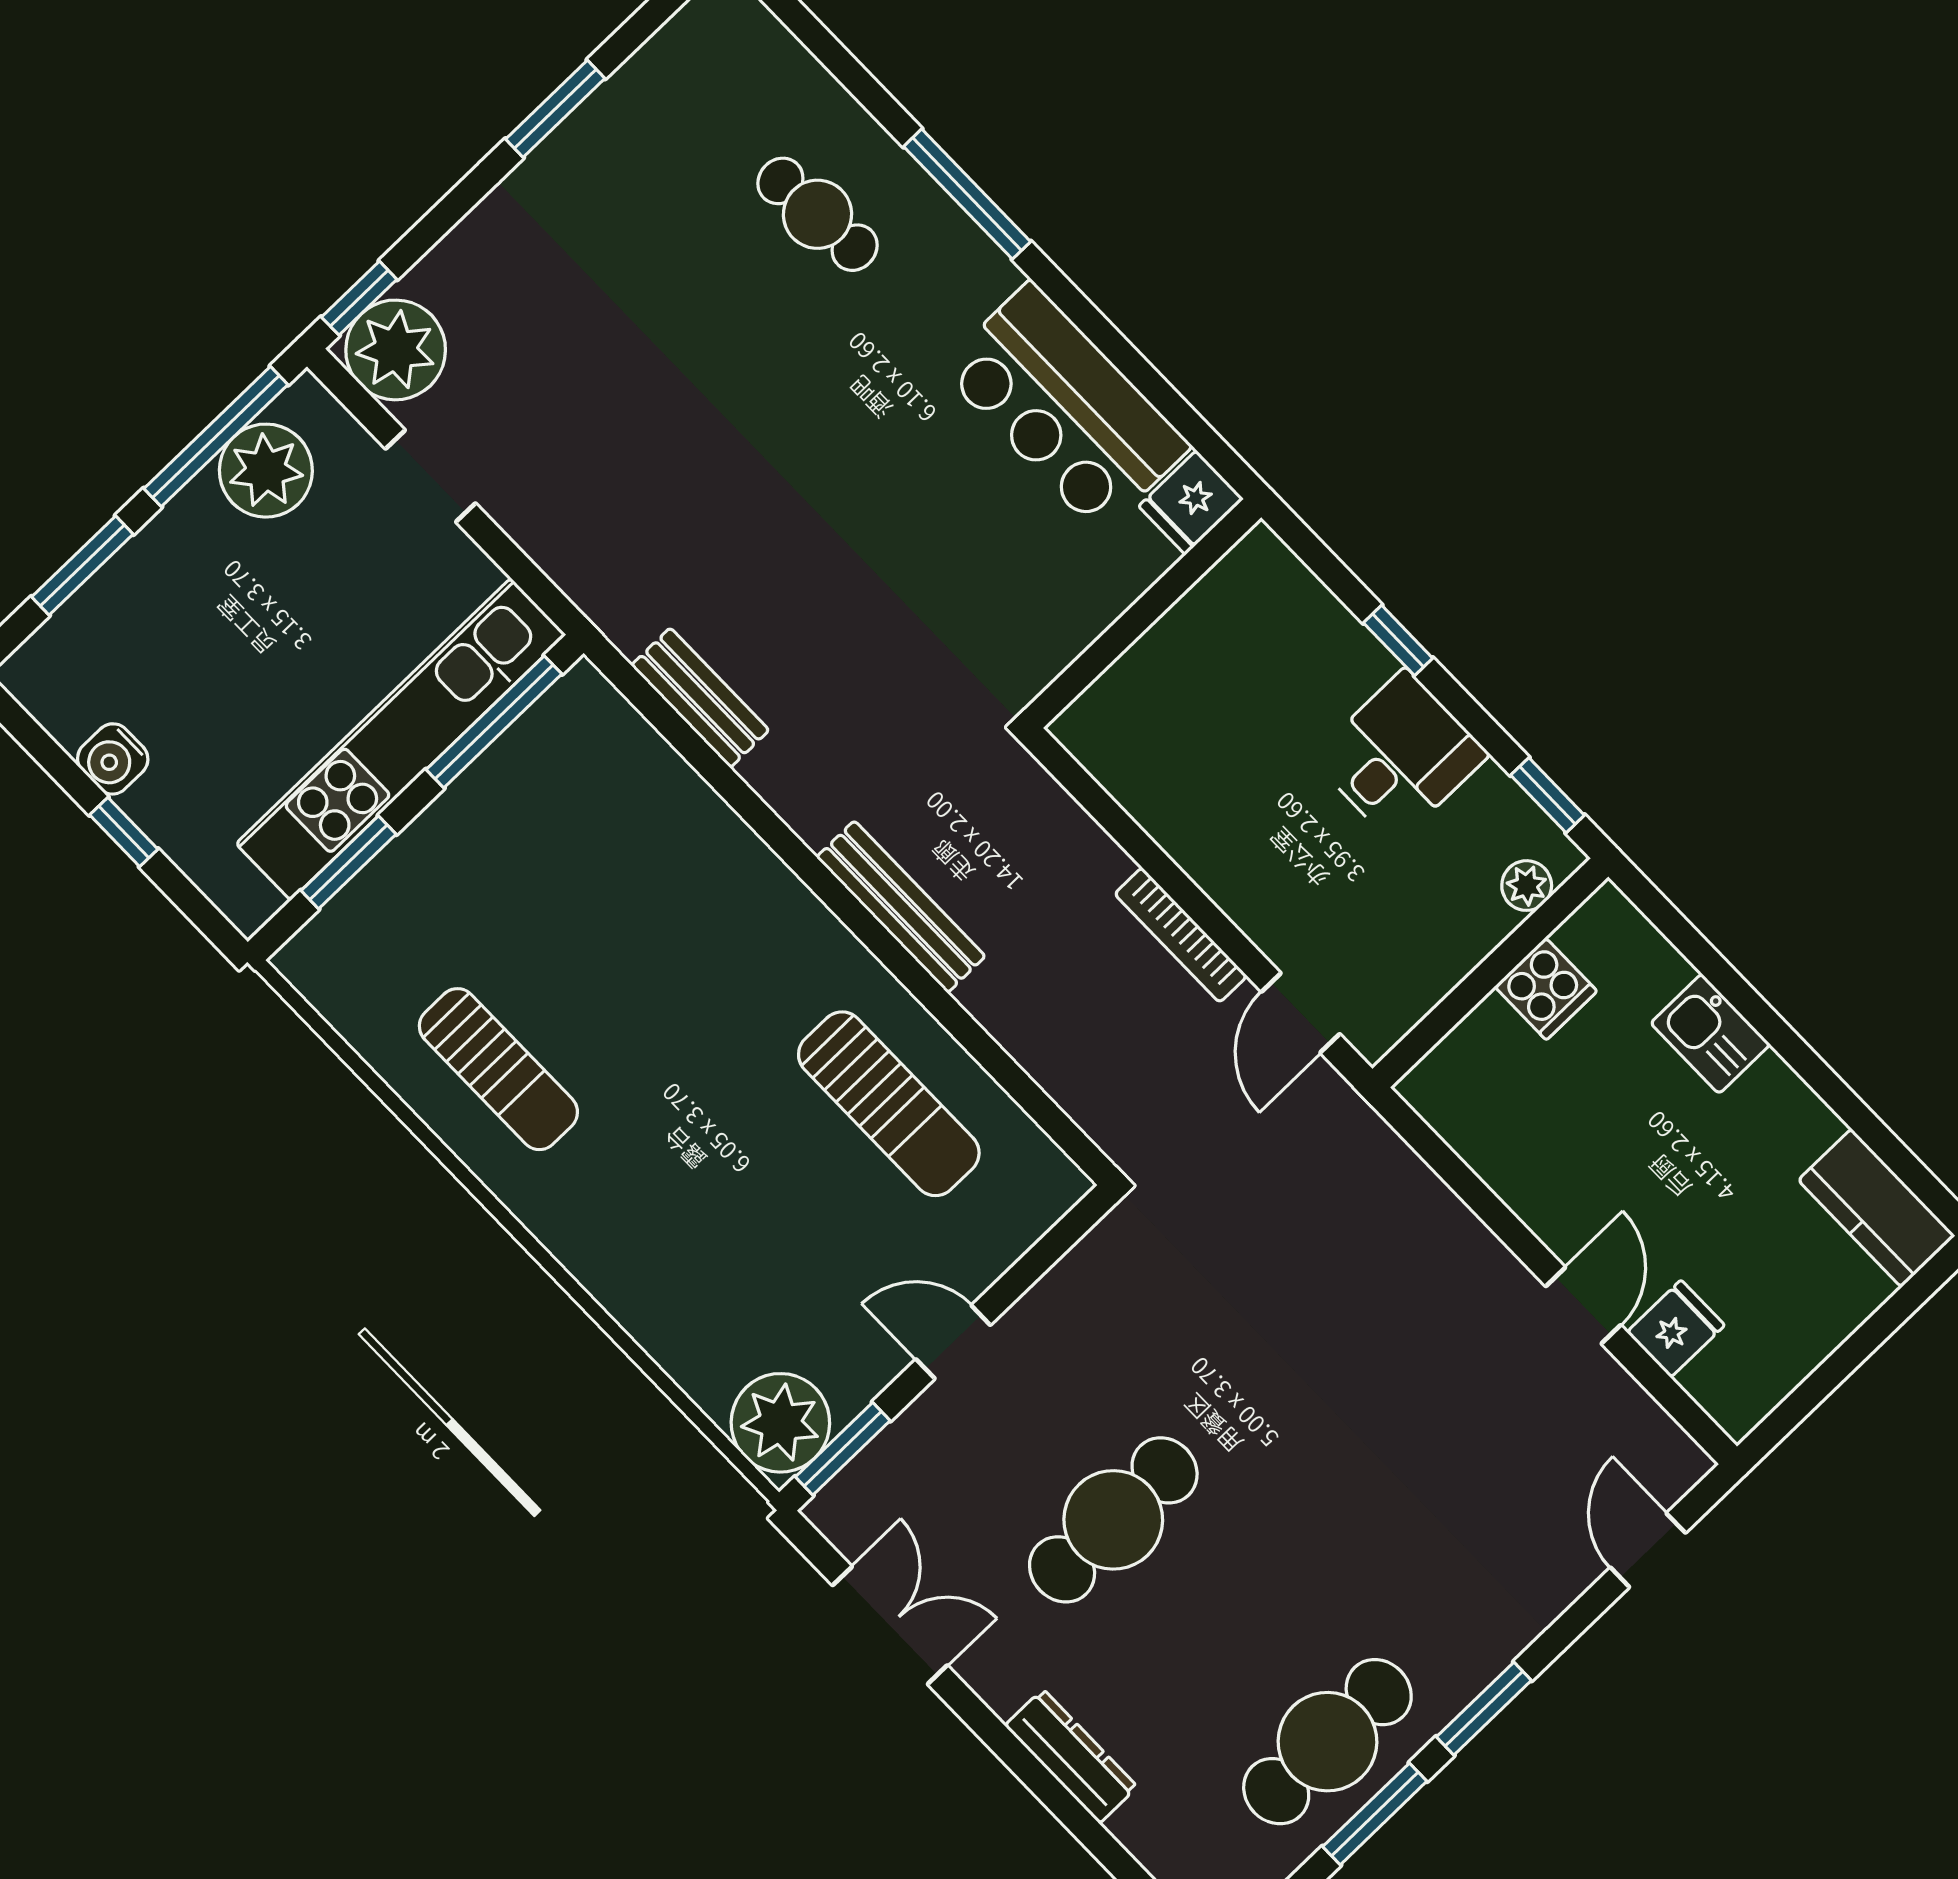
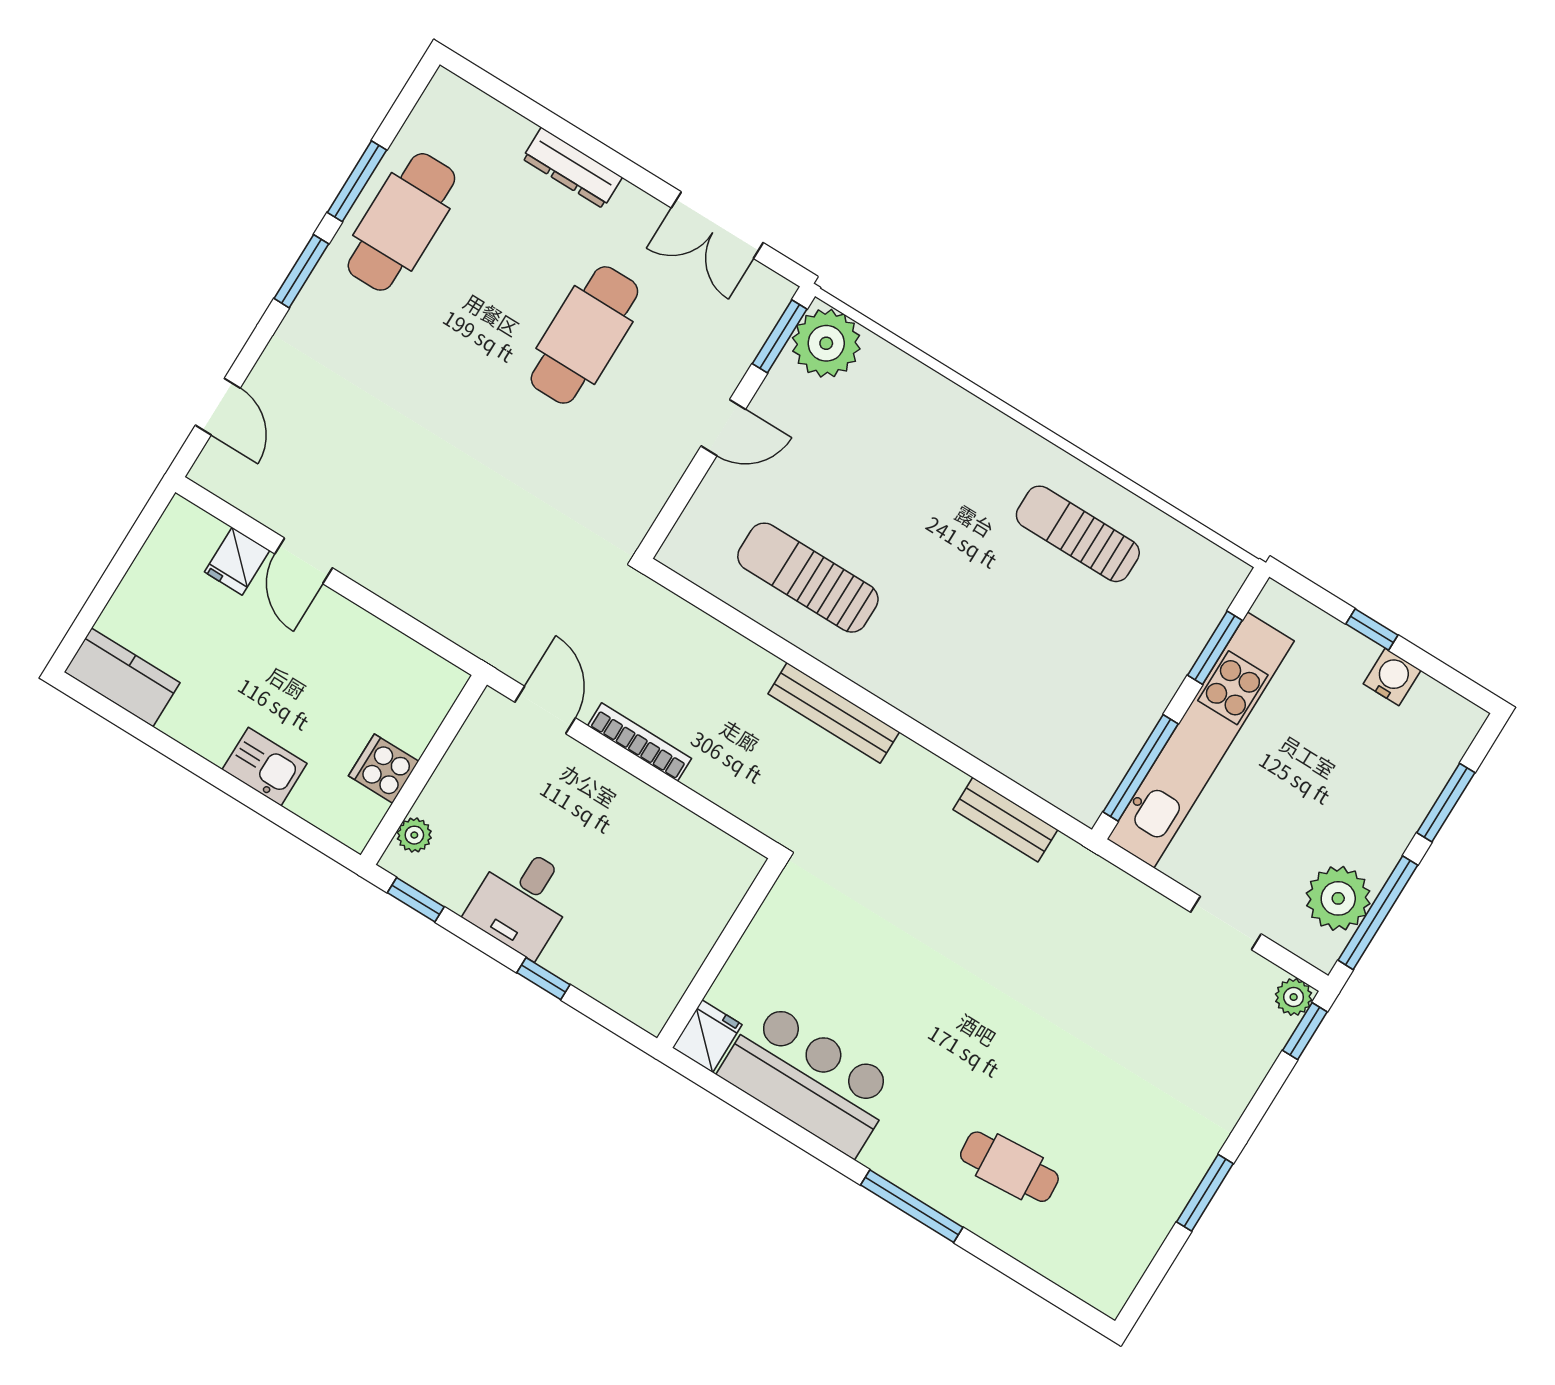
plant: (396, 350) -> (1294, 997), width x0.53, depth x0.53

